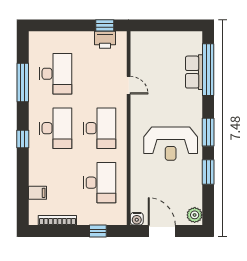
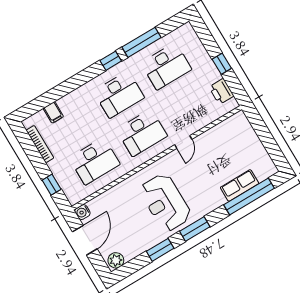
window: (105, 25) -> (222, 64), moved
door: (129, 85) -> (183, 142), moved
window: (23, 139) -> (111, 61), moved

